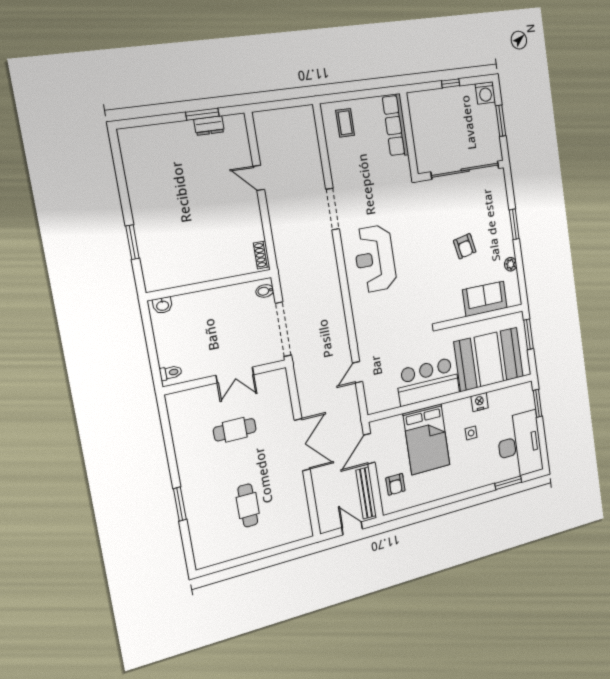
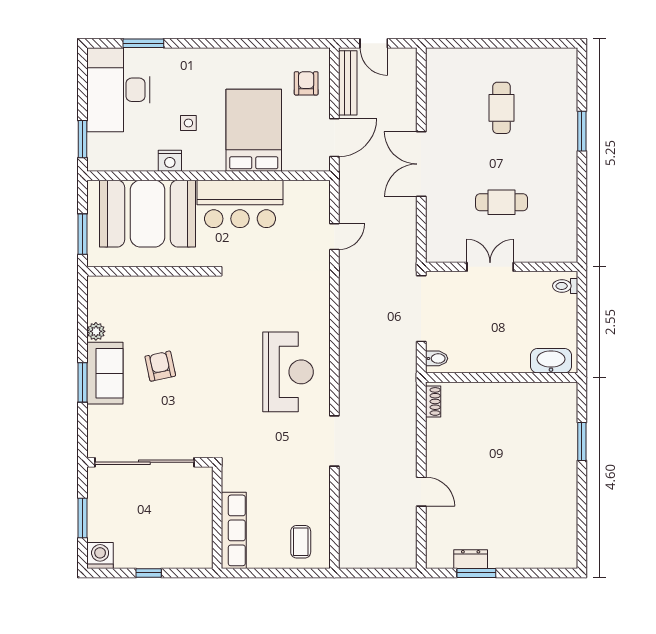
sofa: (485, 299) -> (105, 373), moved, turned -90
washbasin: (163, 305) -> (551, 361), width x1.91, depth x1.45

